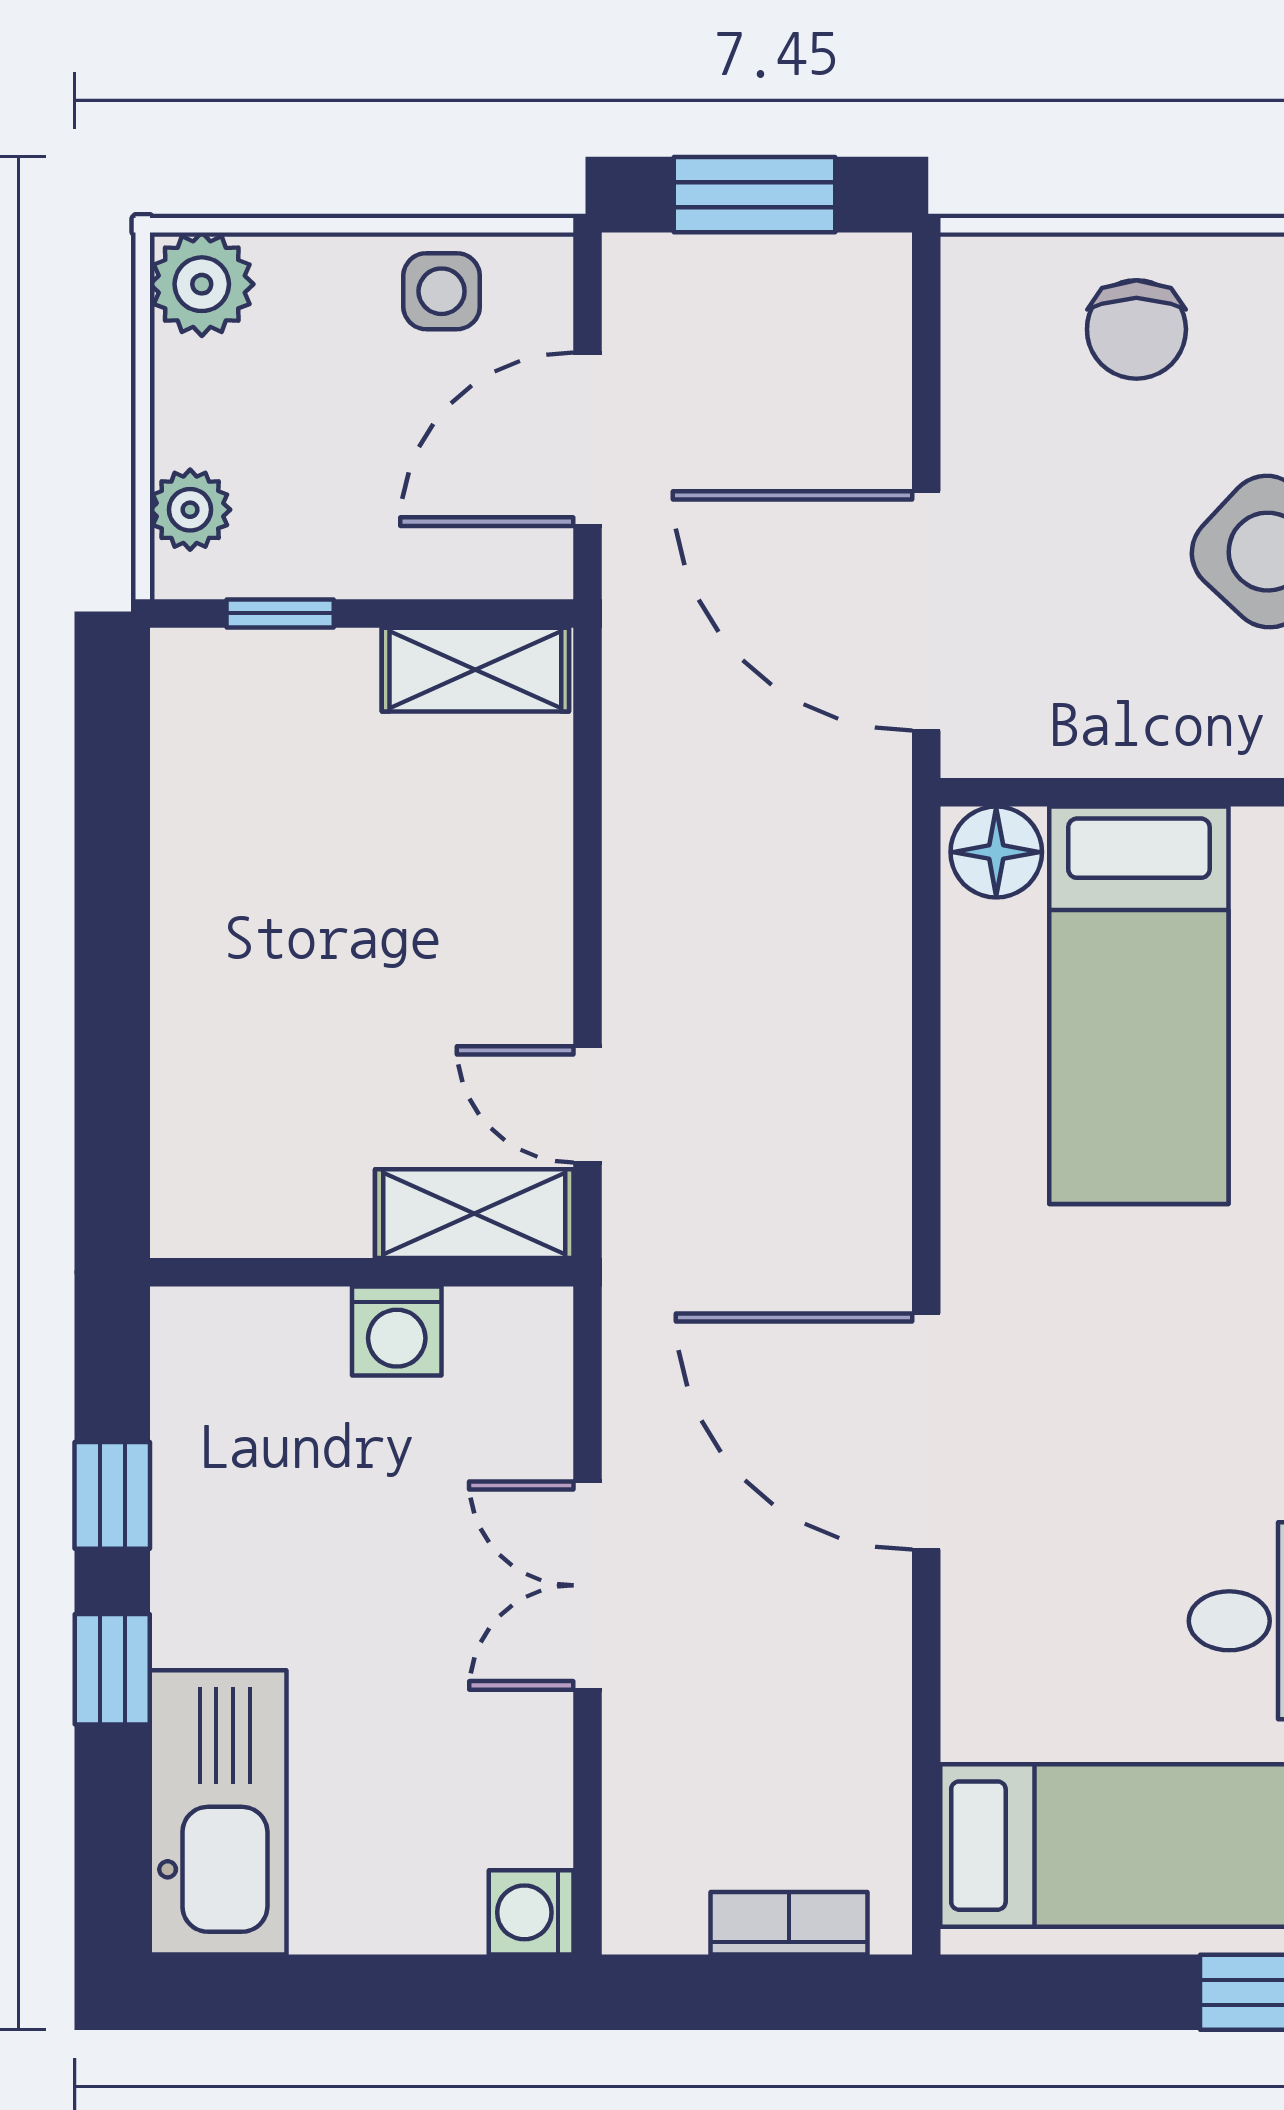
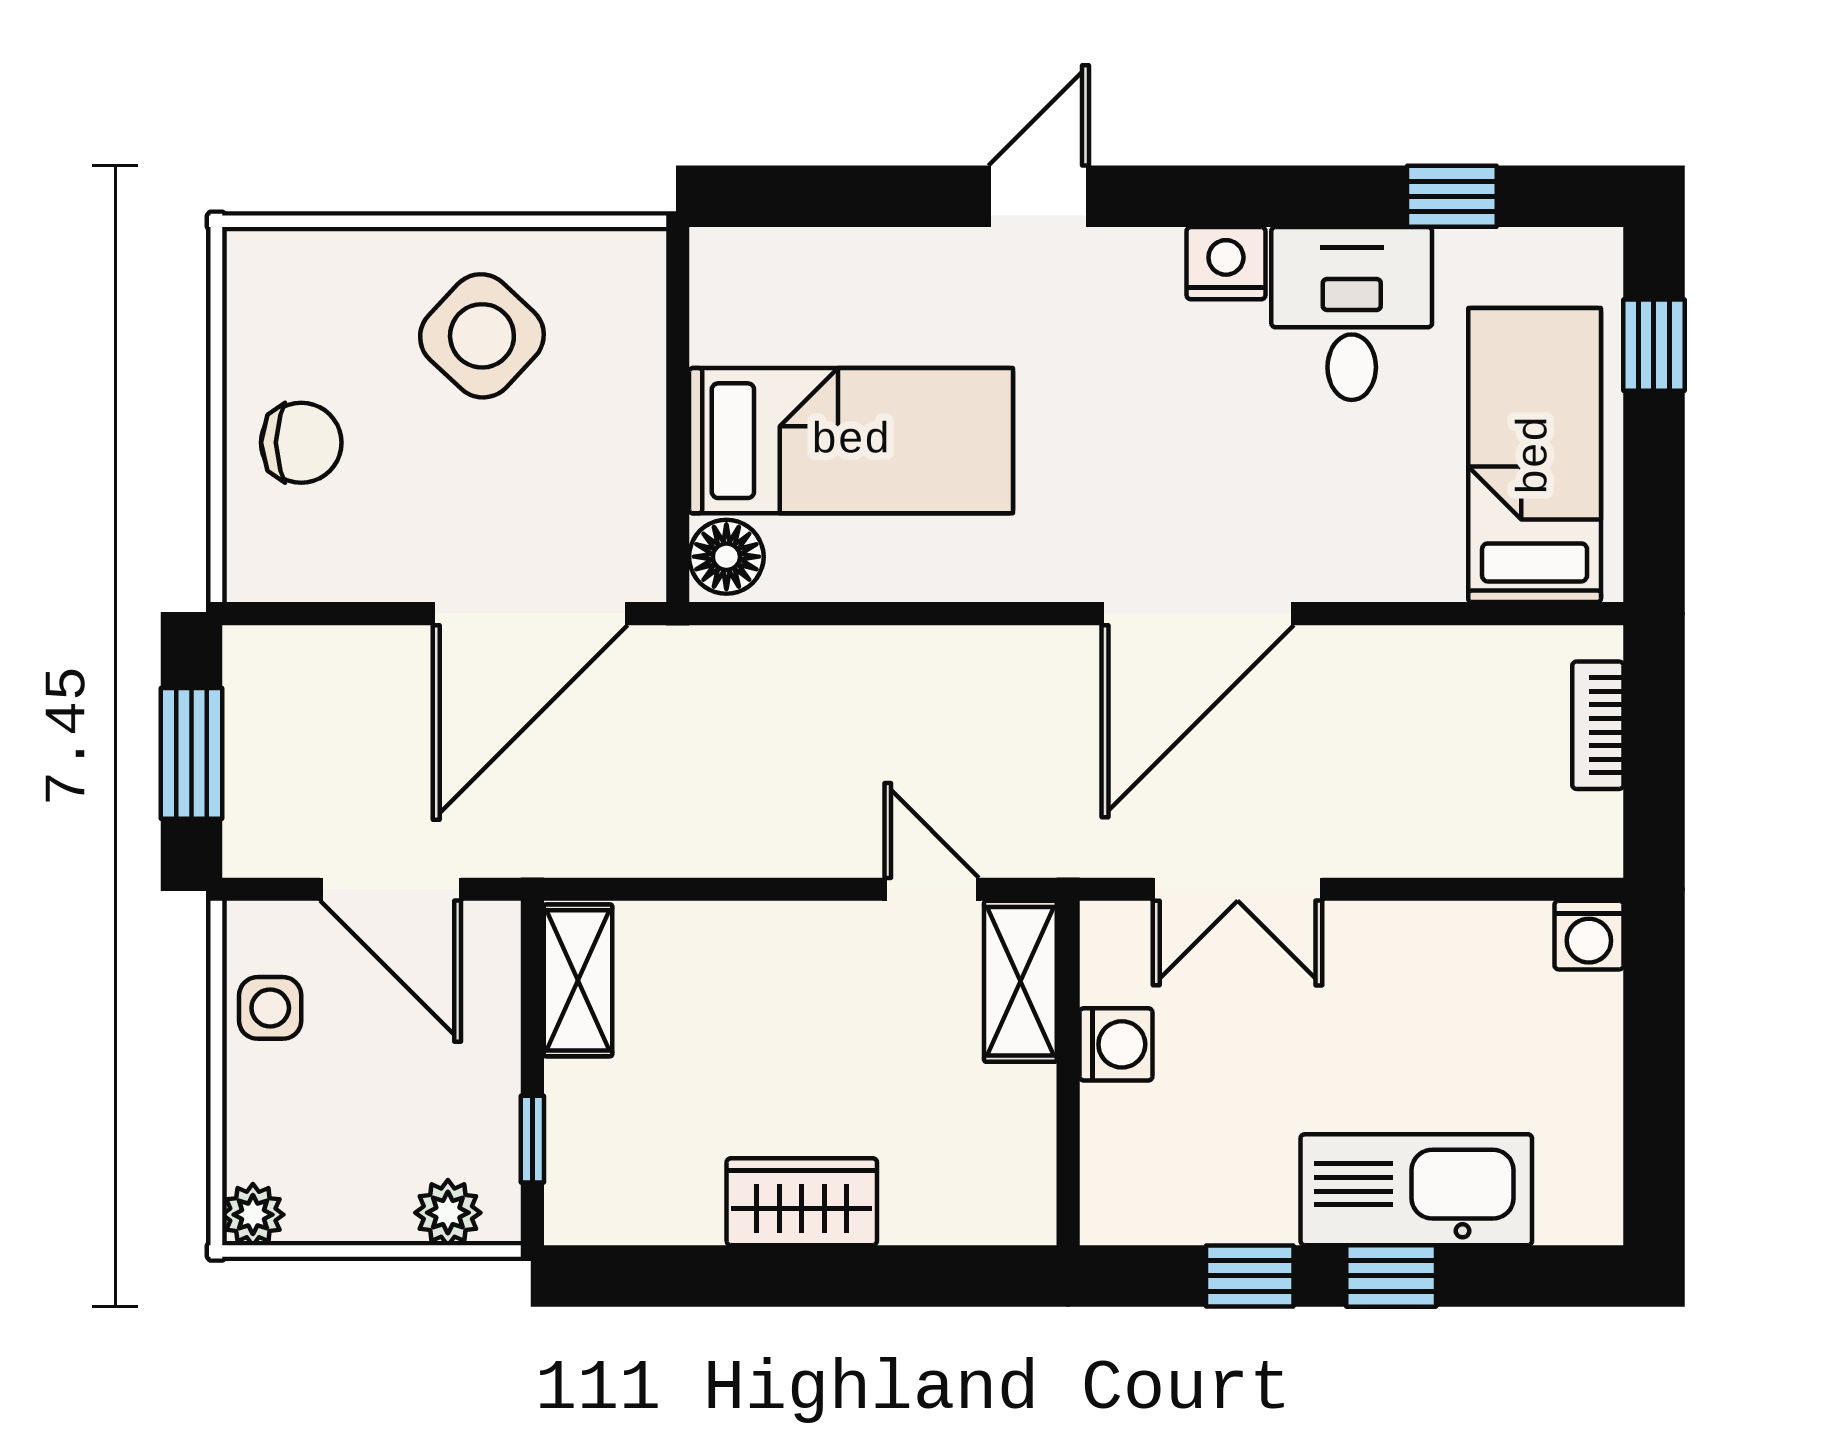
plant: (202, 284) -> (253, 1215), width x0.73, depth x0.73
wardrobe: (203, 945) -> (802, 1202), added
door: (587, 1104) -> (932, 889), swing flipped
double door: (587, 1585) -> (1238, 889), moved
kitchen sink: (218, 1812) -> (1416, 1190), moved

